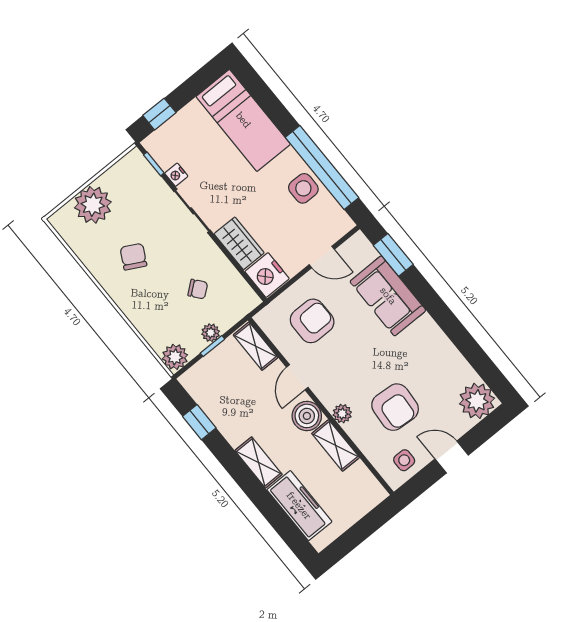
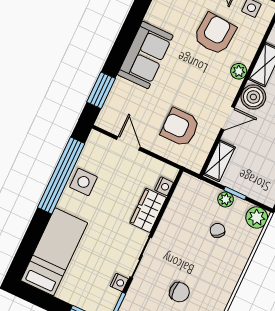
chair: (133, 257) -> (179, 292), moved, turned -118
nightstand: (267, 275) -> (164, 186), width x0.53, depth x0.56
chair: (198, 289) -> (218, 230), moved
sofa: (388, 296) -> (145, 55), moved

